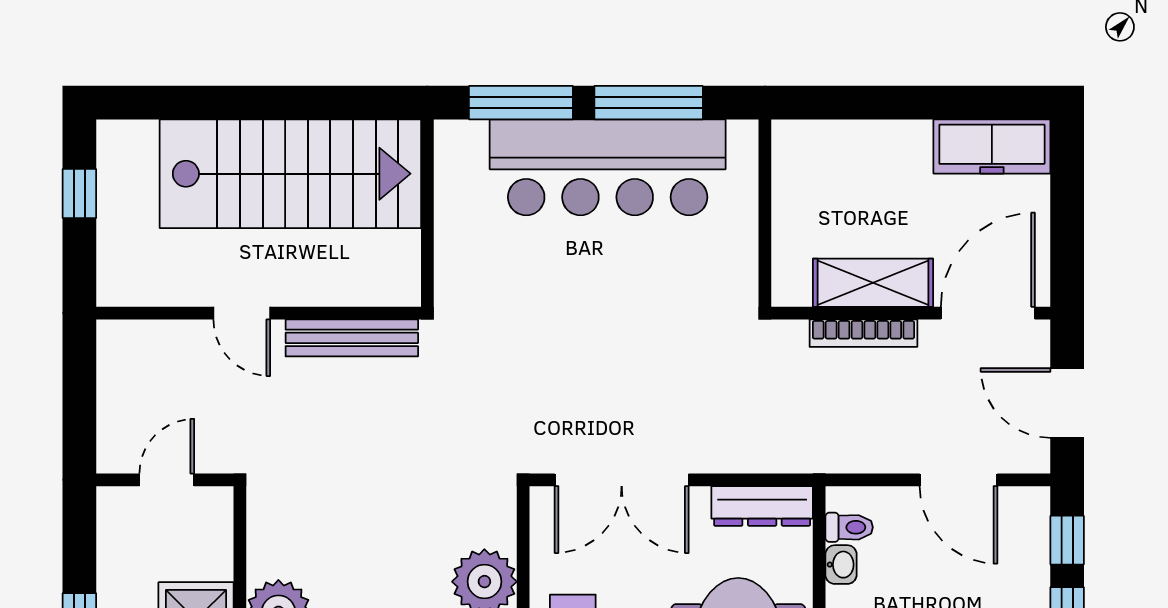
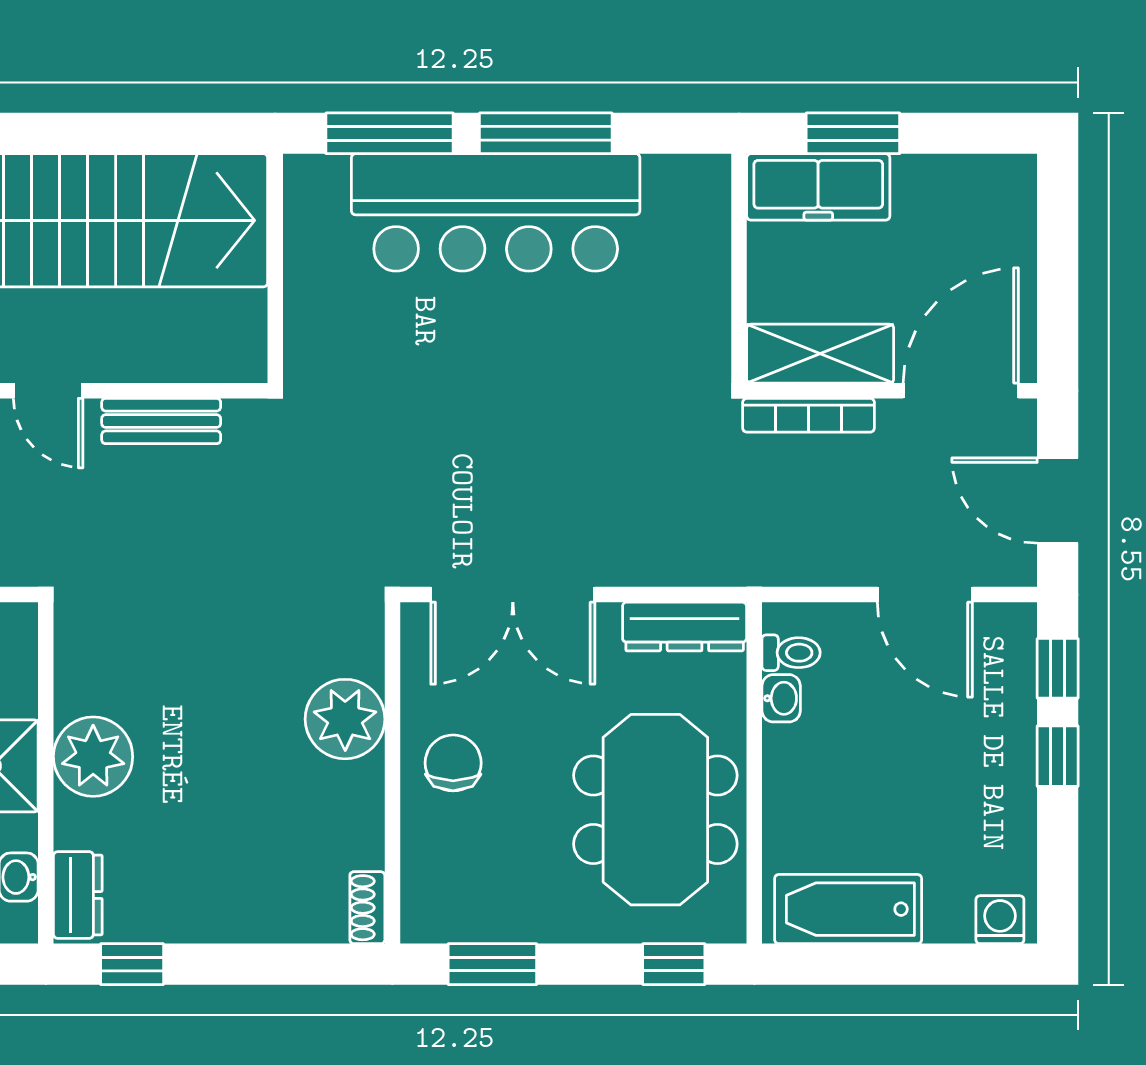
window: (900, 103) -> (853, 133), added
freezer: (992, 146) -> (818, 187), moved
wall: (765, 213) -> (739, 268), moved
bench: (352, 338) -> (161, 421), width x0.73

